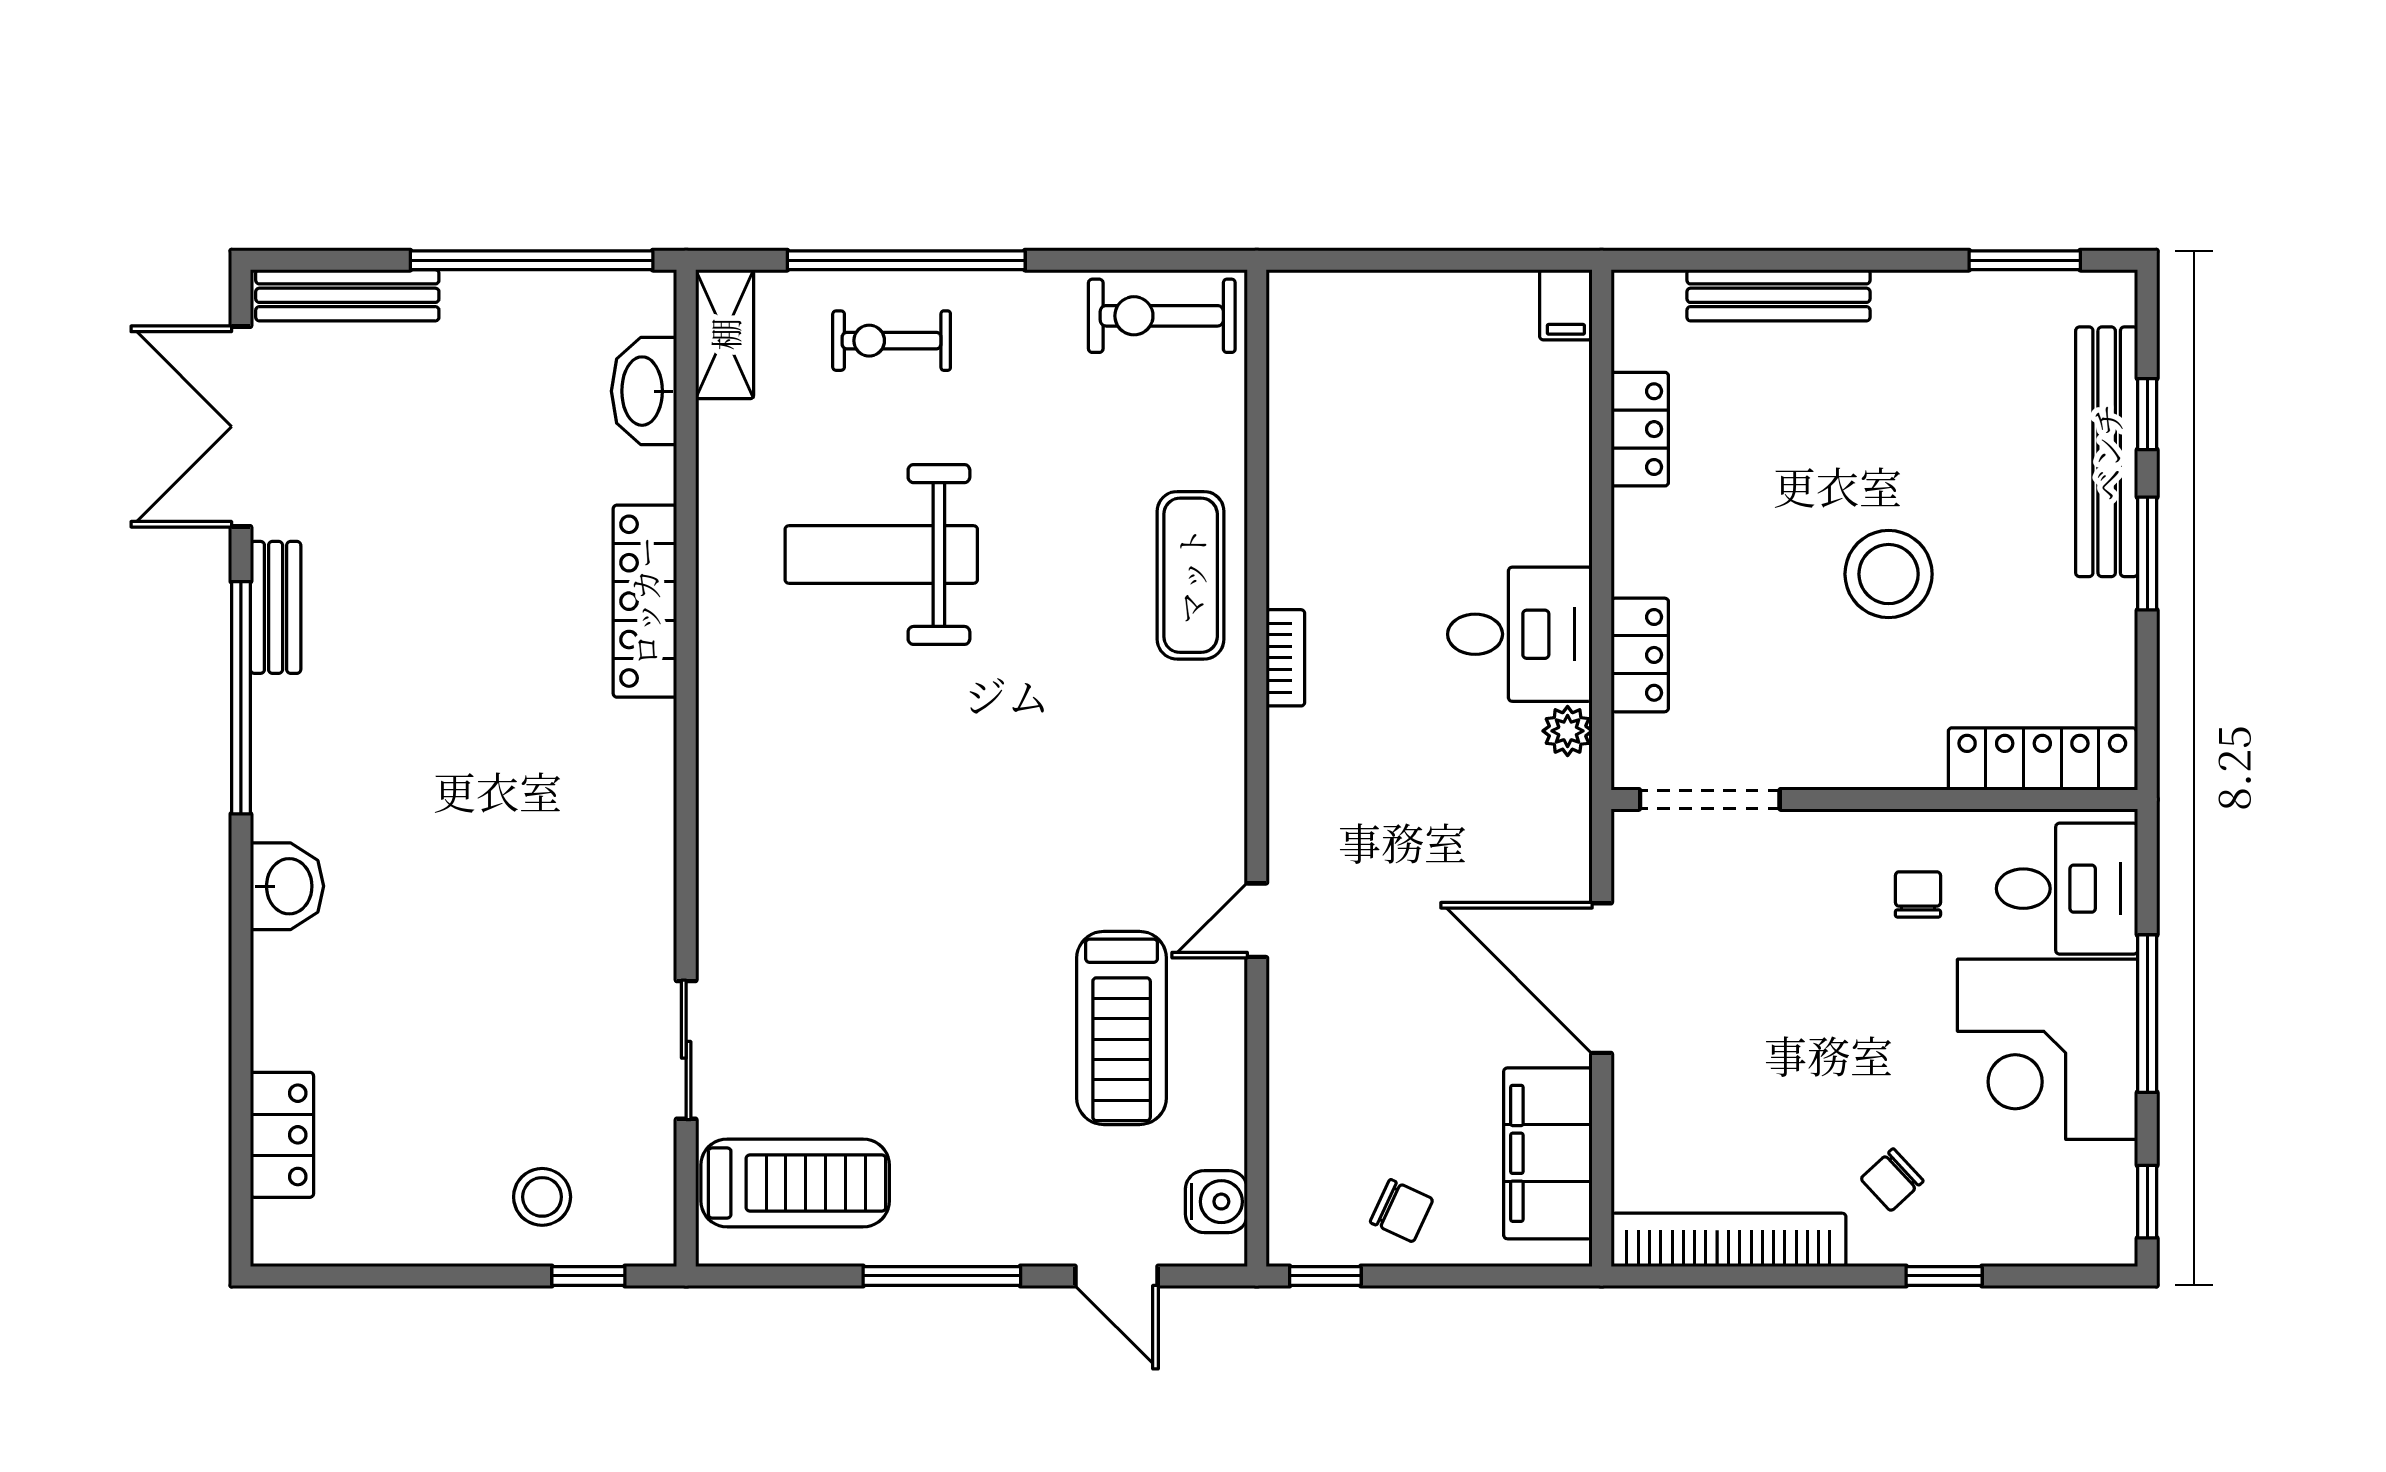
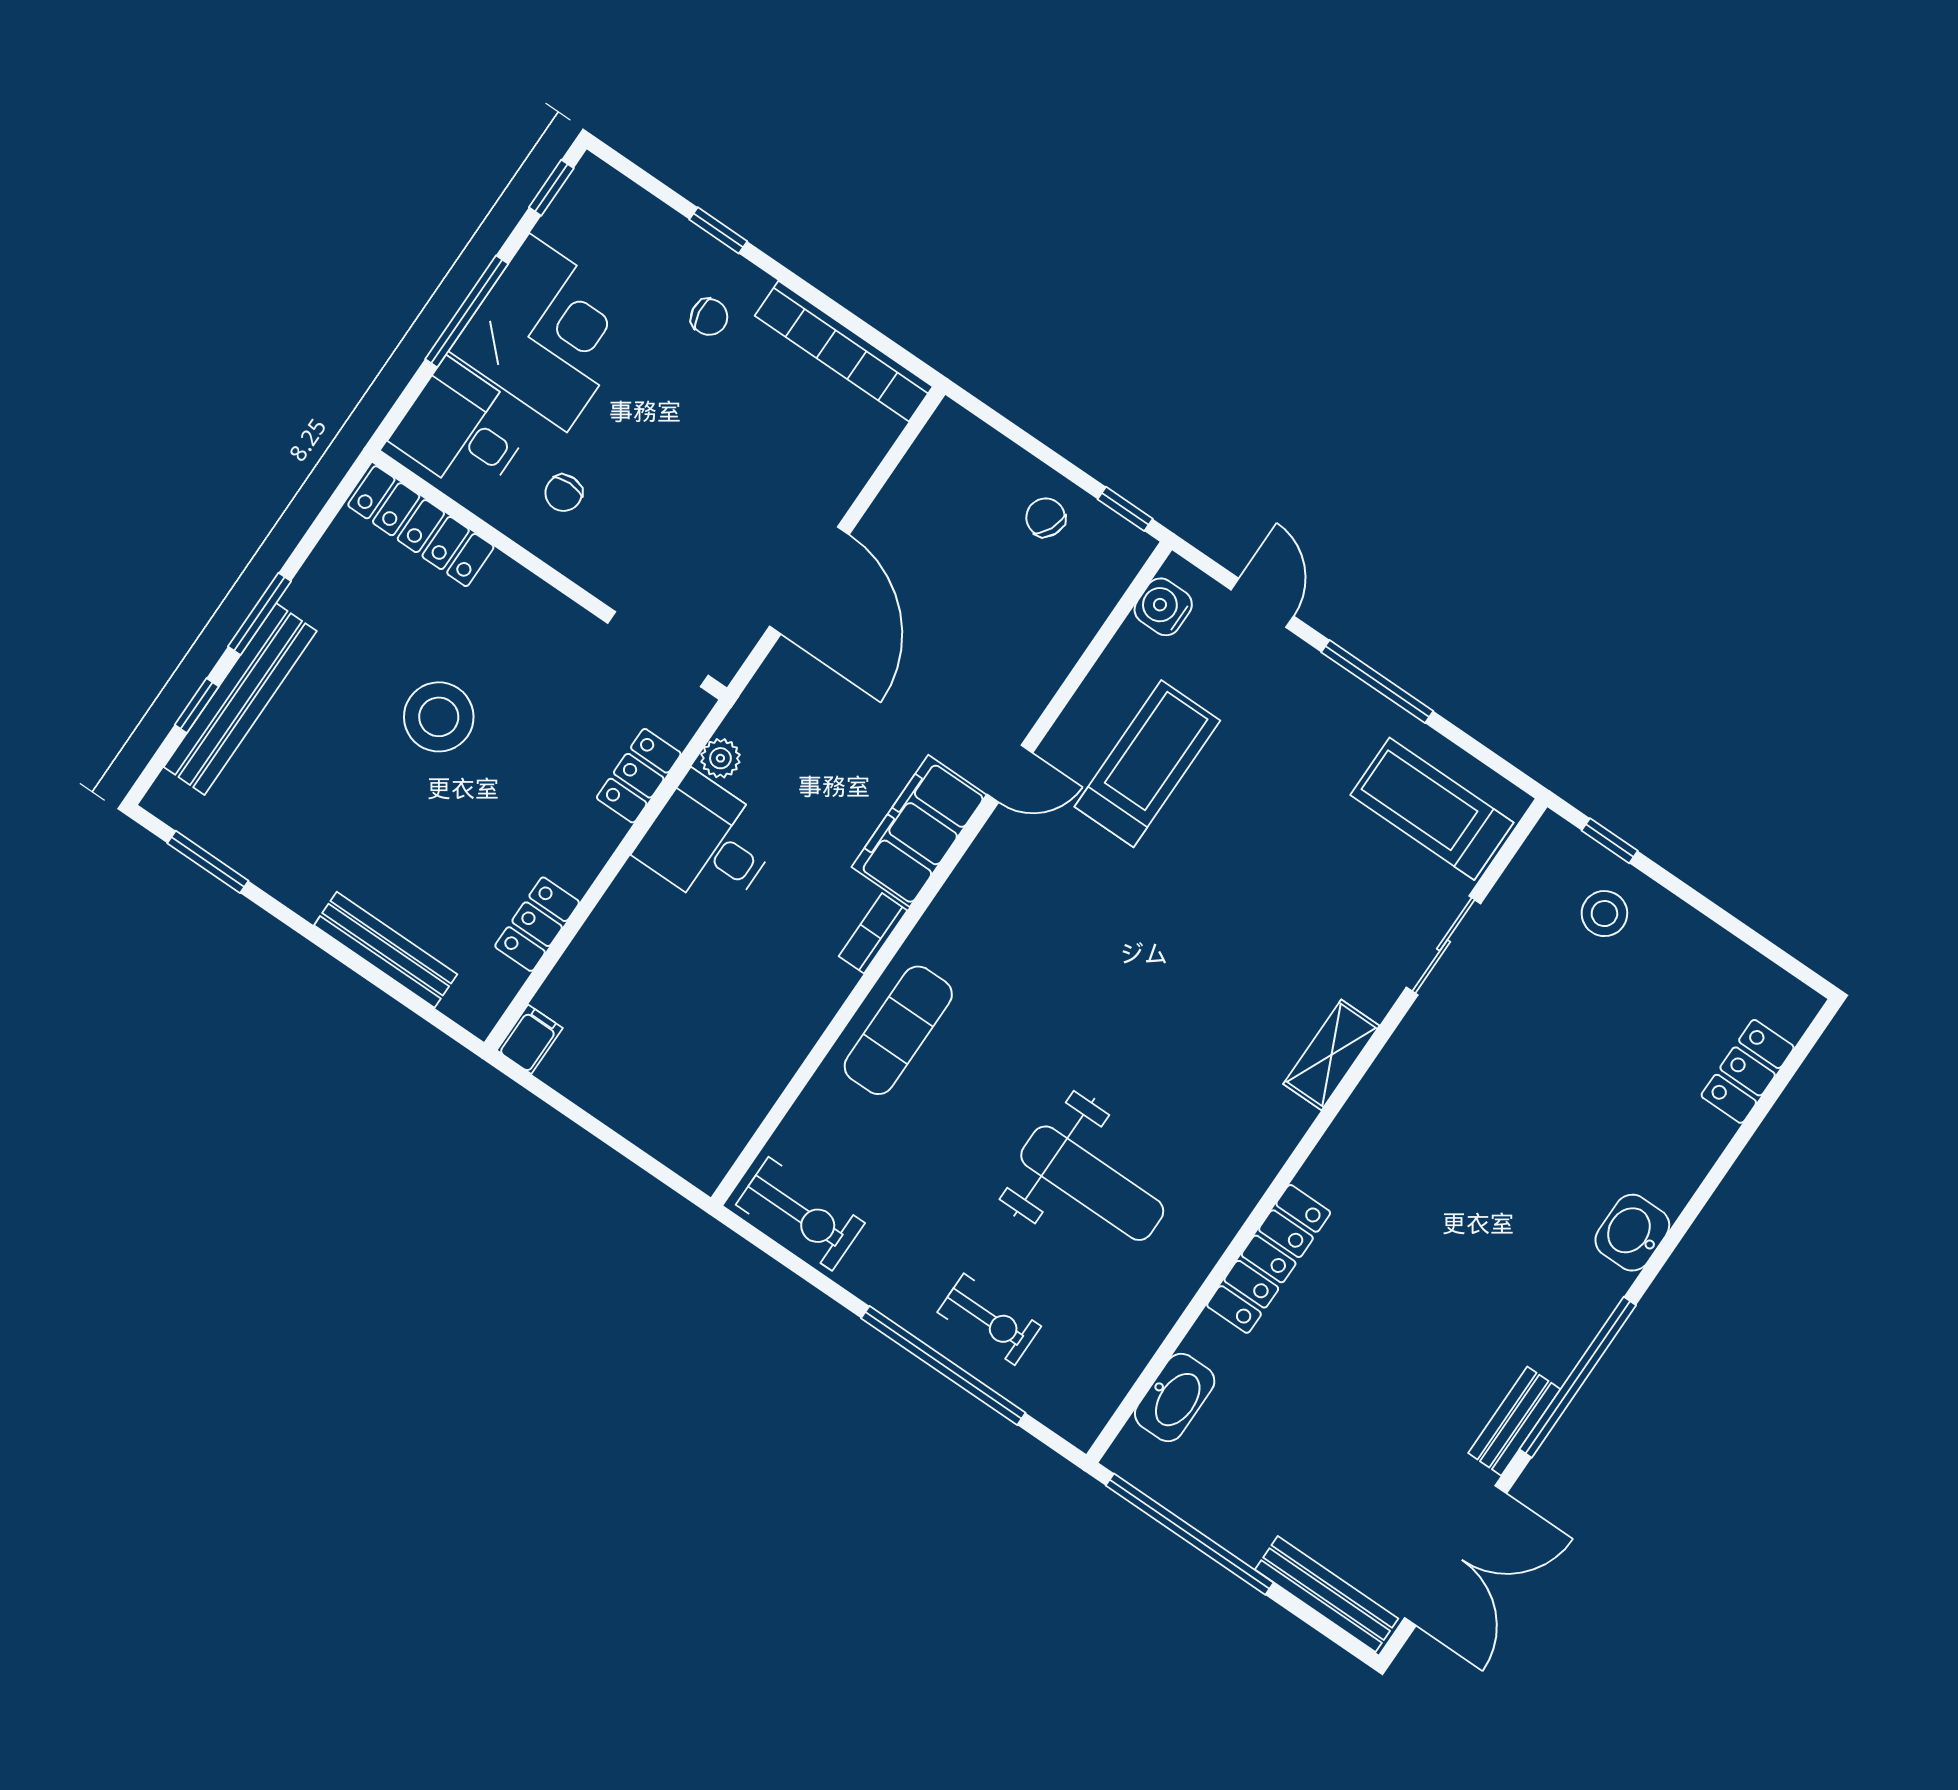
shelving: (725, 334) -> (1331, 1055), moved
filing cabinet: (1548, 1153) -> (919, 831), moved, turned 180
chair: (1892, 1180) -> (709, 317), turned 35

